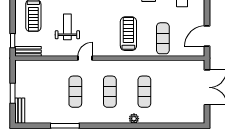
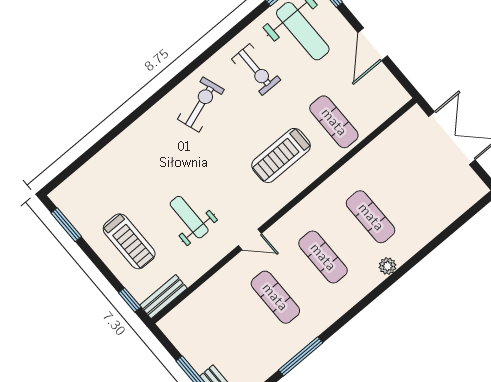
treadmill: (128, 34) -> (281, 155), turned -90
door: (207, 36) -> (373, 44), moved
door: (85, 58) -> (250, 240), swing flipped

